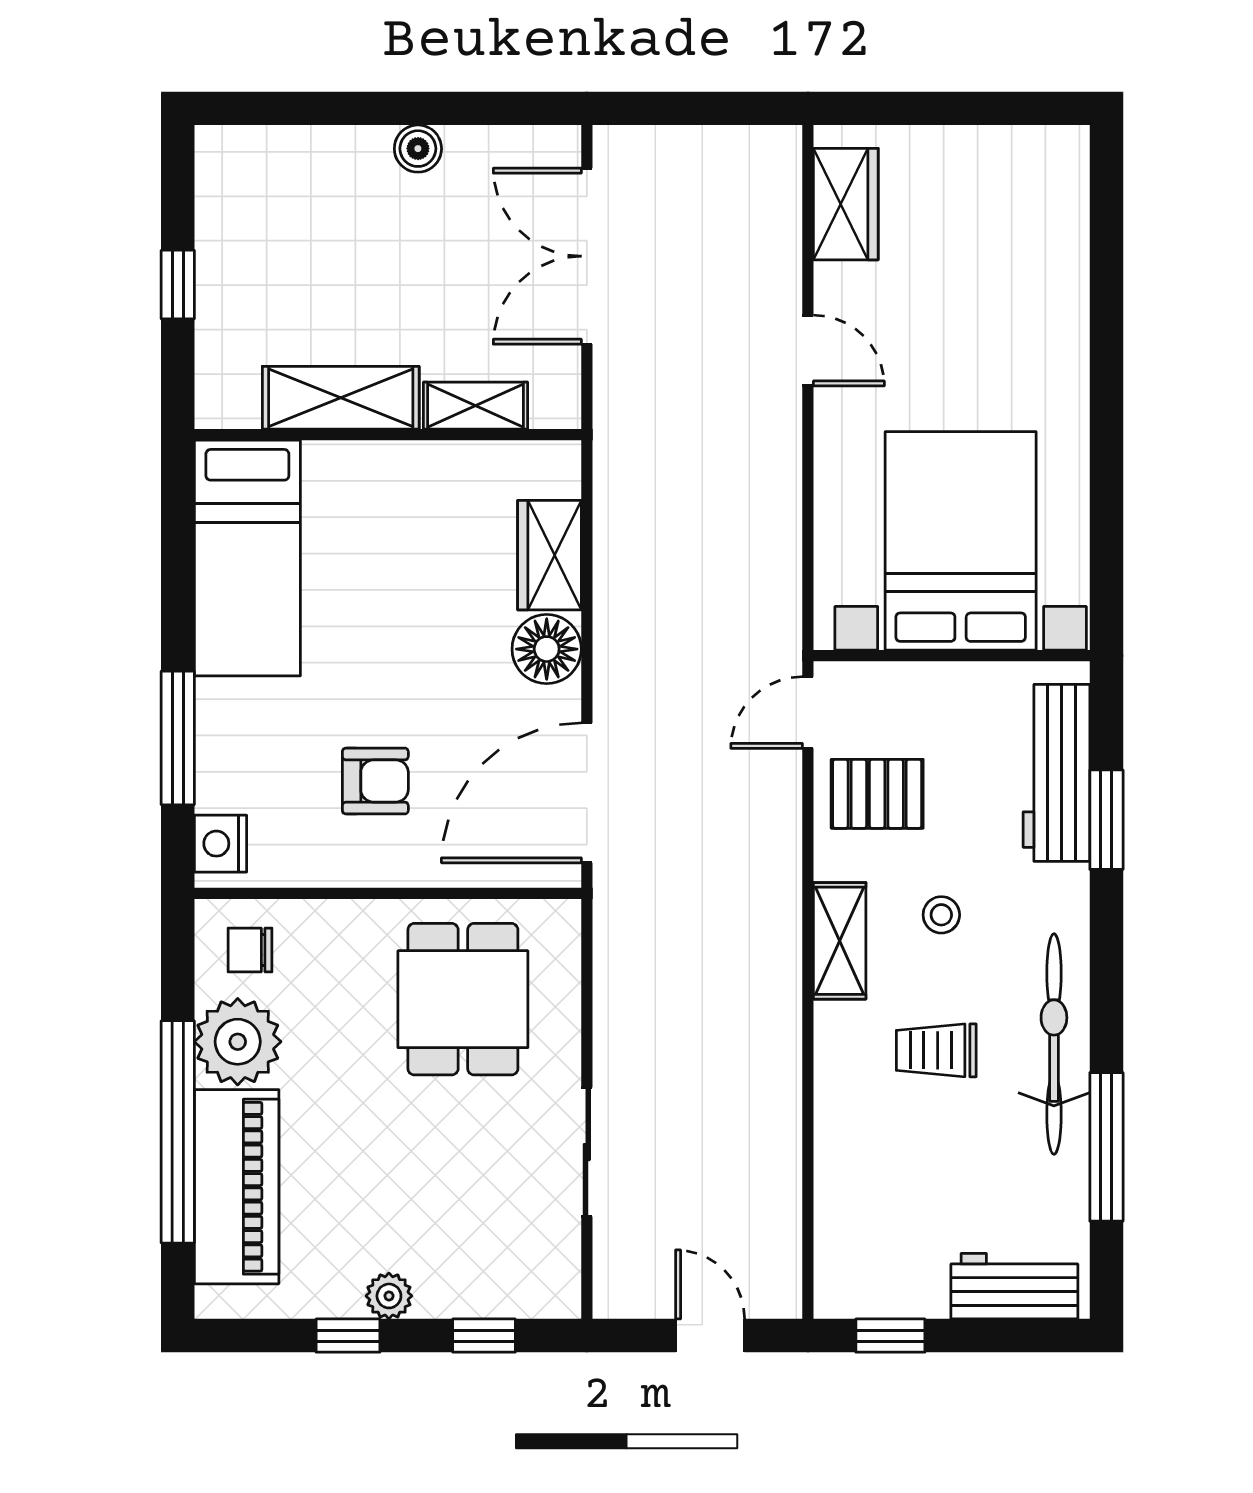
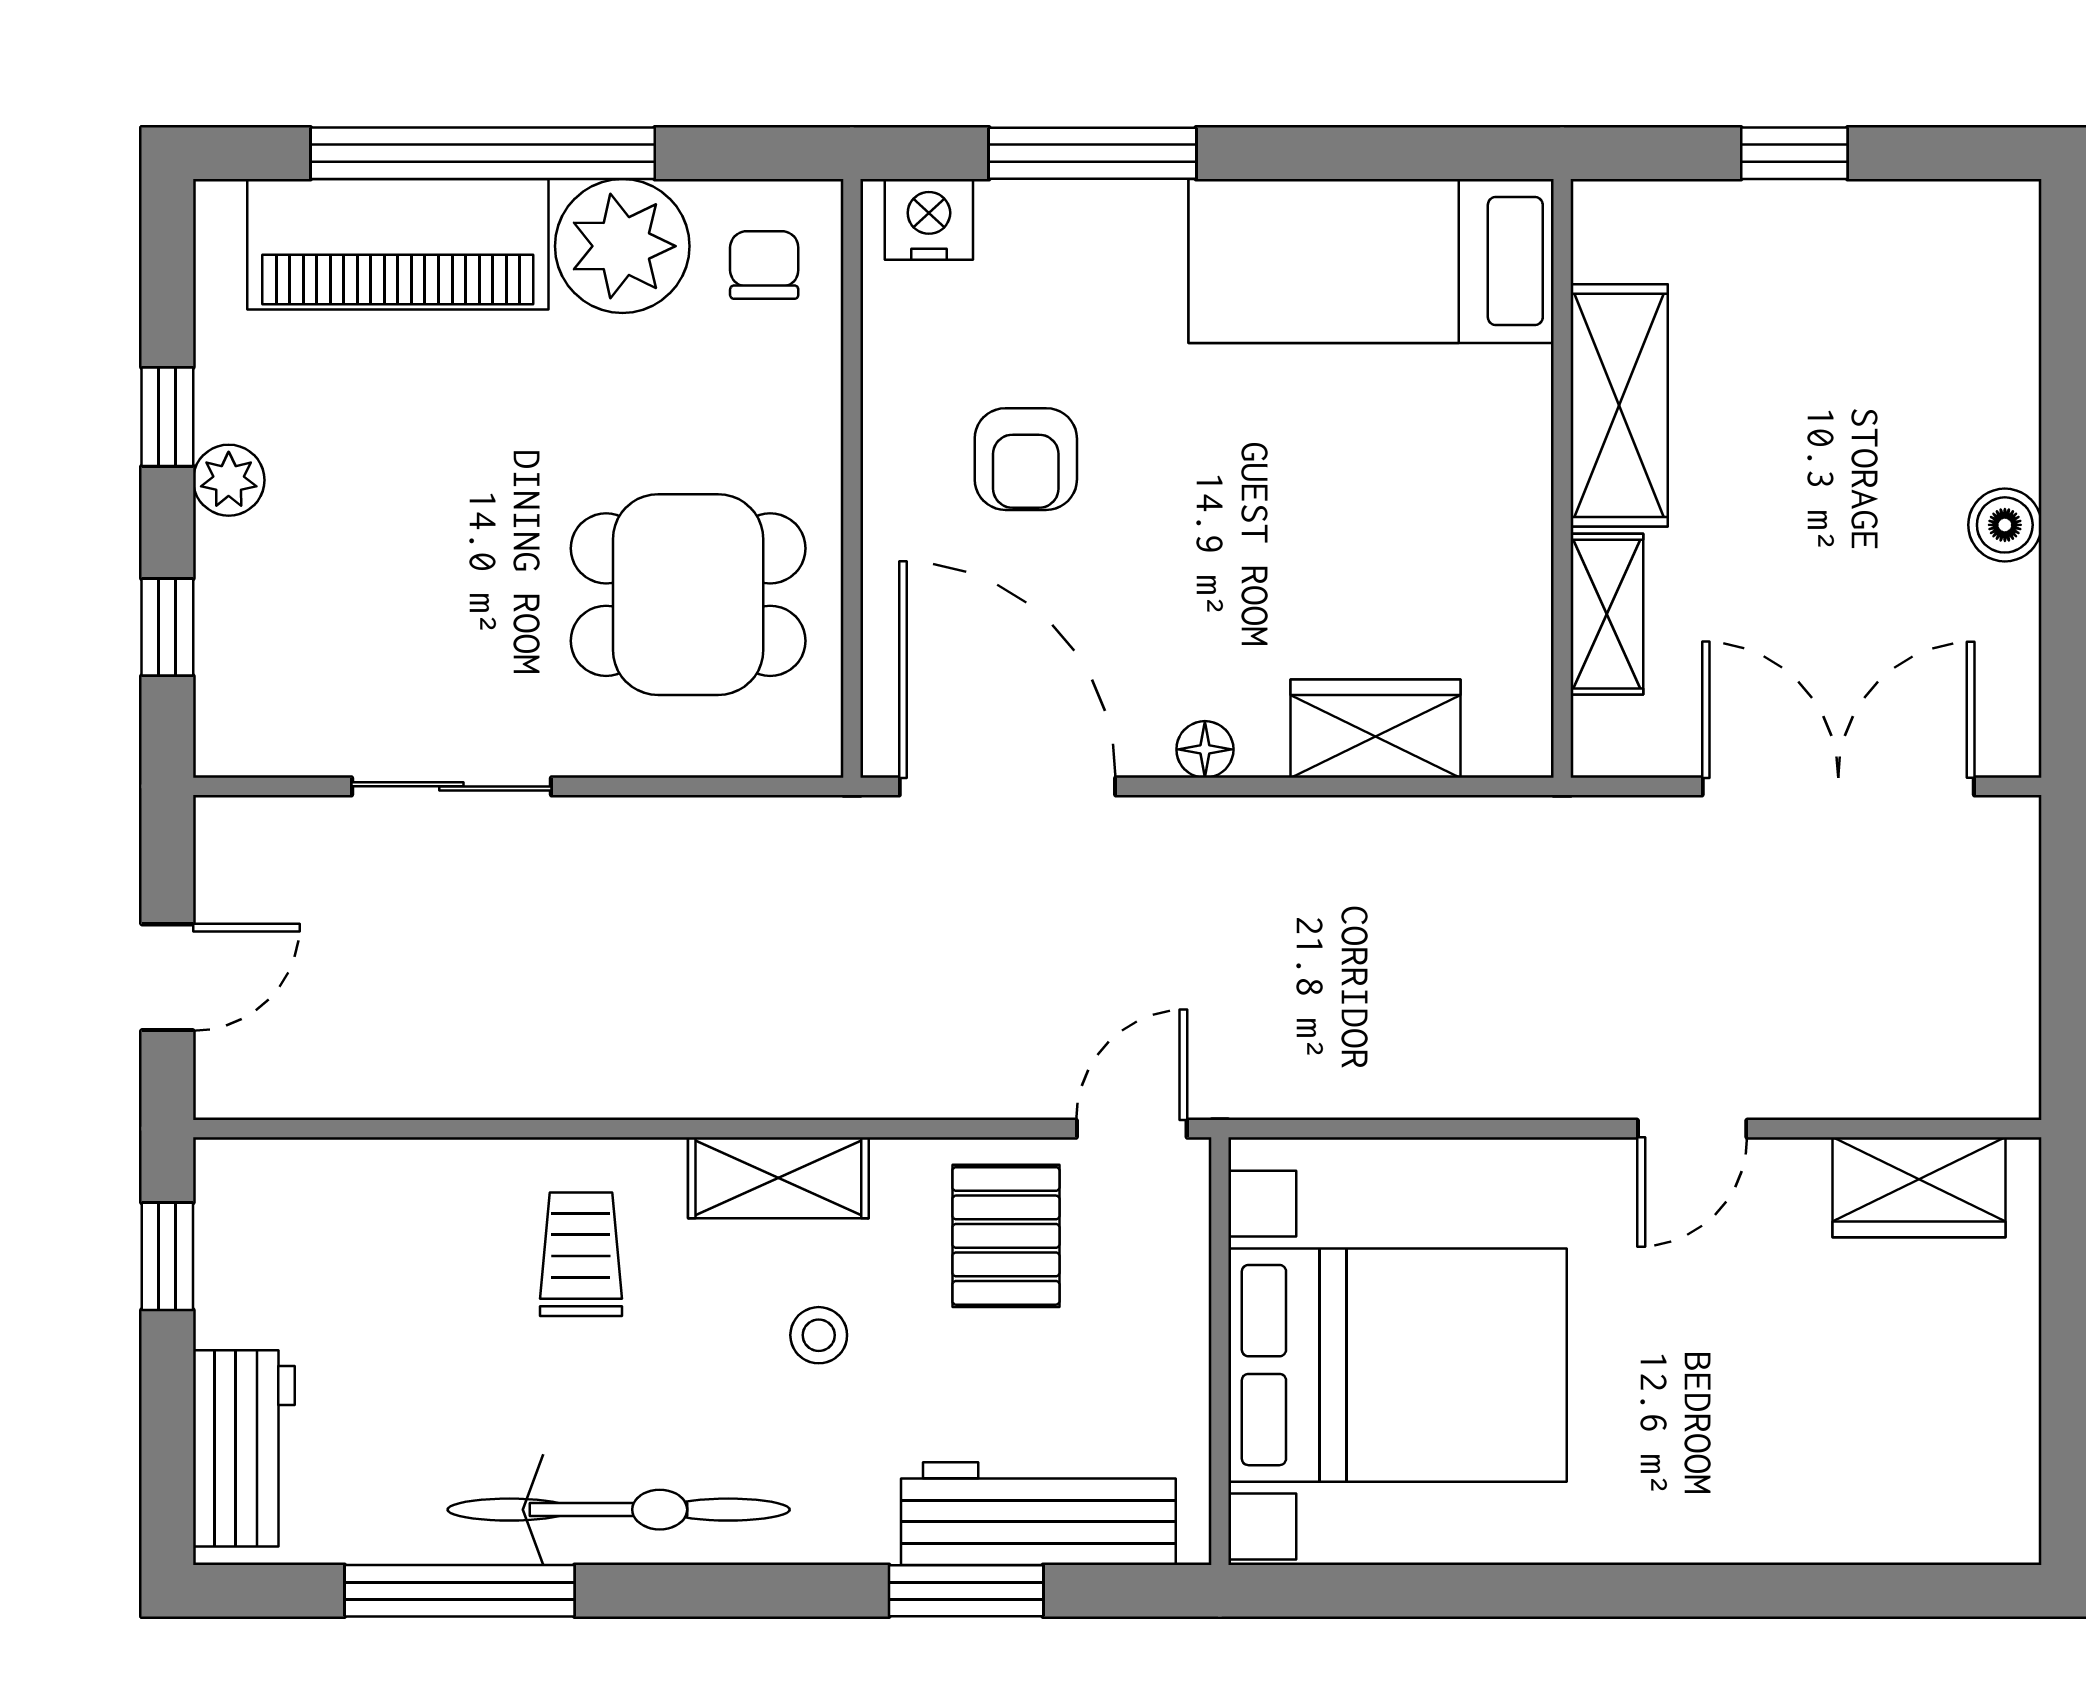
floor lamp: (547, 649) -> (1205, 749), width x0.53, depth x0.53
door: (808, 713) -> (1132, 1129), hinge flipped
trolley: (936, 1050) -> (581, 1254), moved

